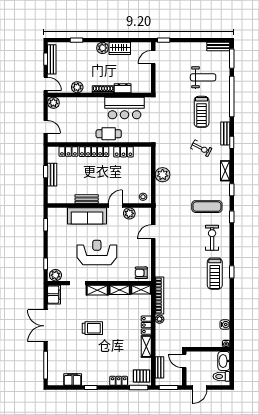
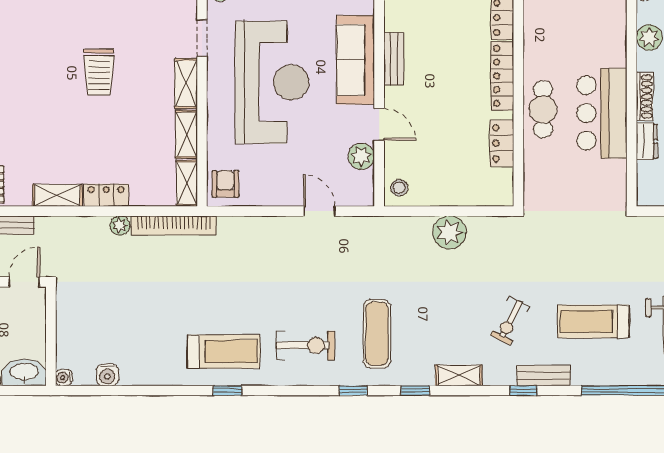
bar counter: (125, 108) -> (602, 113), moved
reception desk: (97, 252) -> (272, 82), width x1.36, depth x1.30
treadmill: (215, 274) -> (224, 352), turned 180

